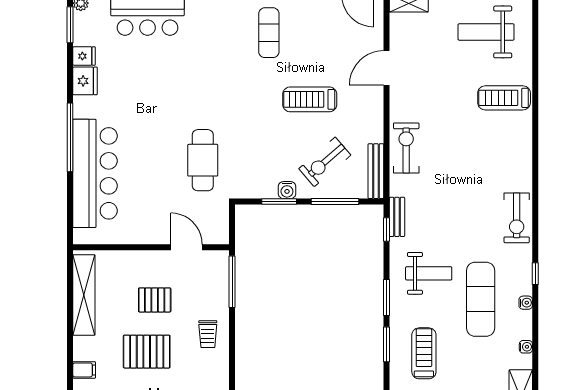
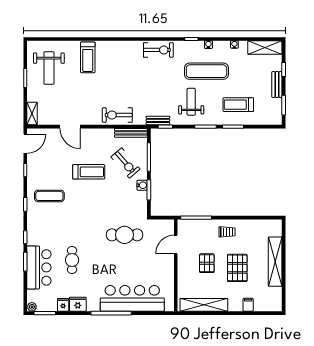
cafe table: (160, 71) -> (72, 260), added
treadmill: (310, 99) -> (89, 172), turned -90

